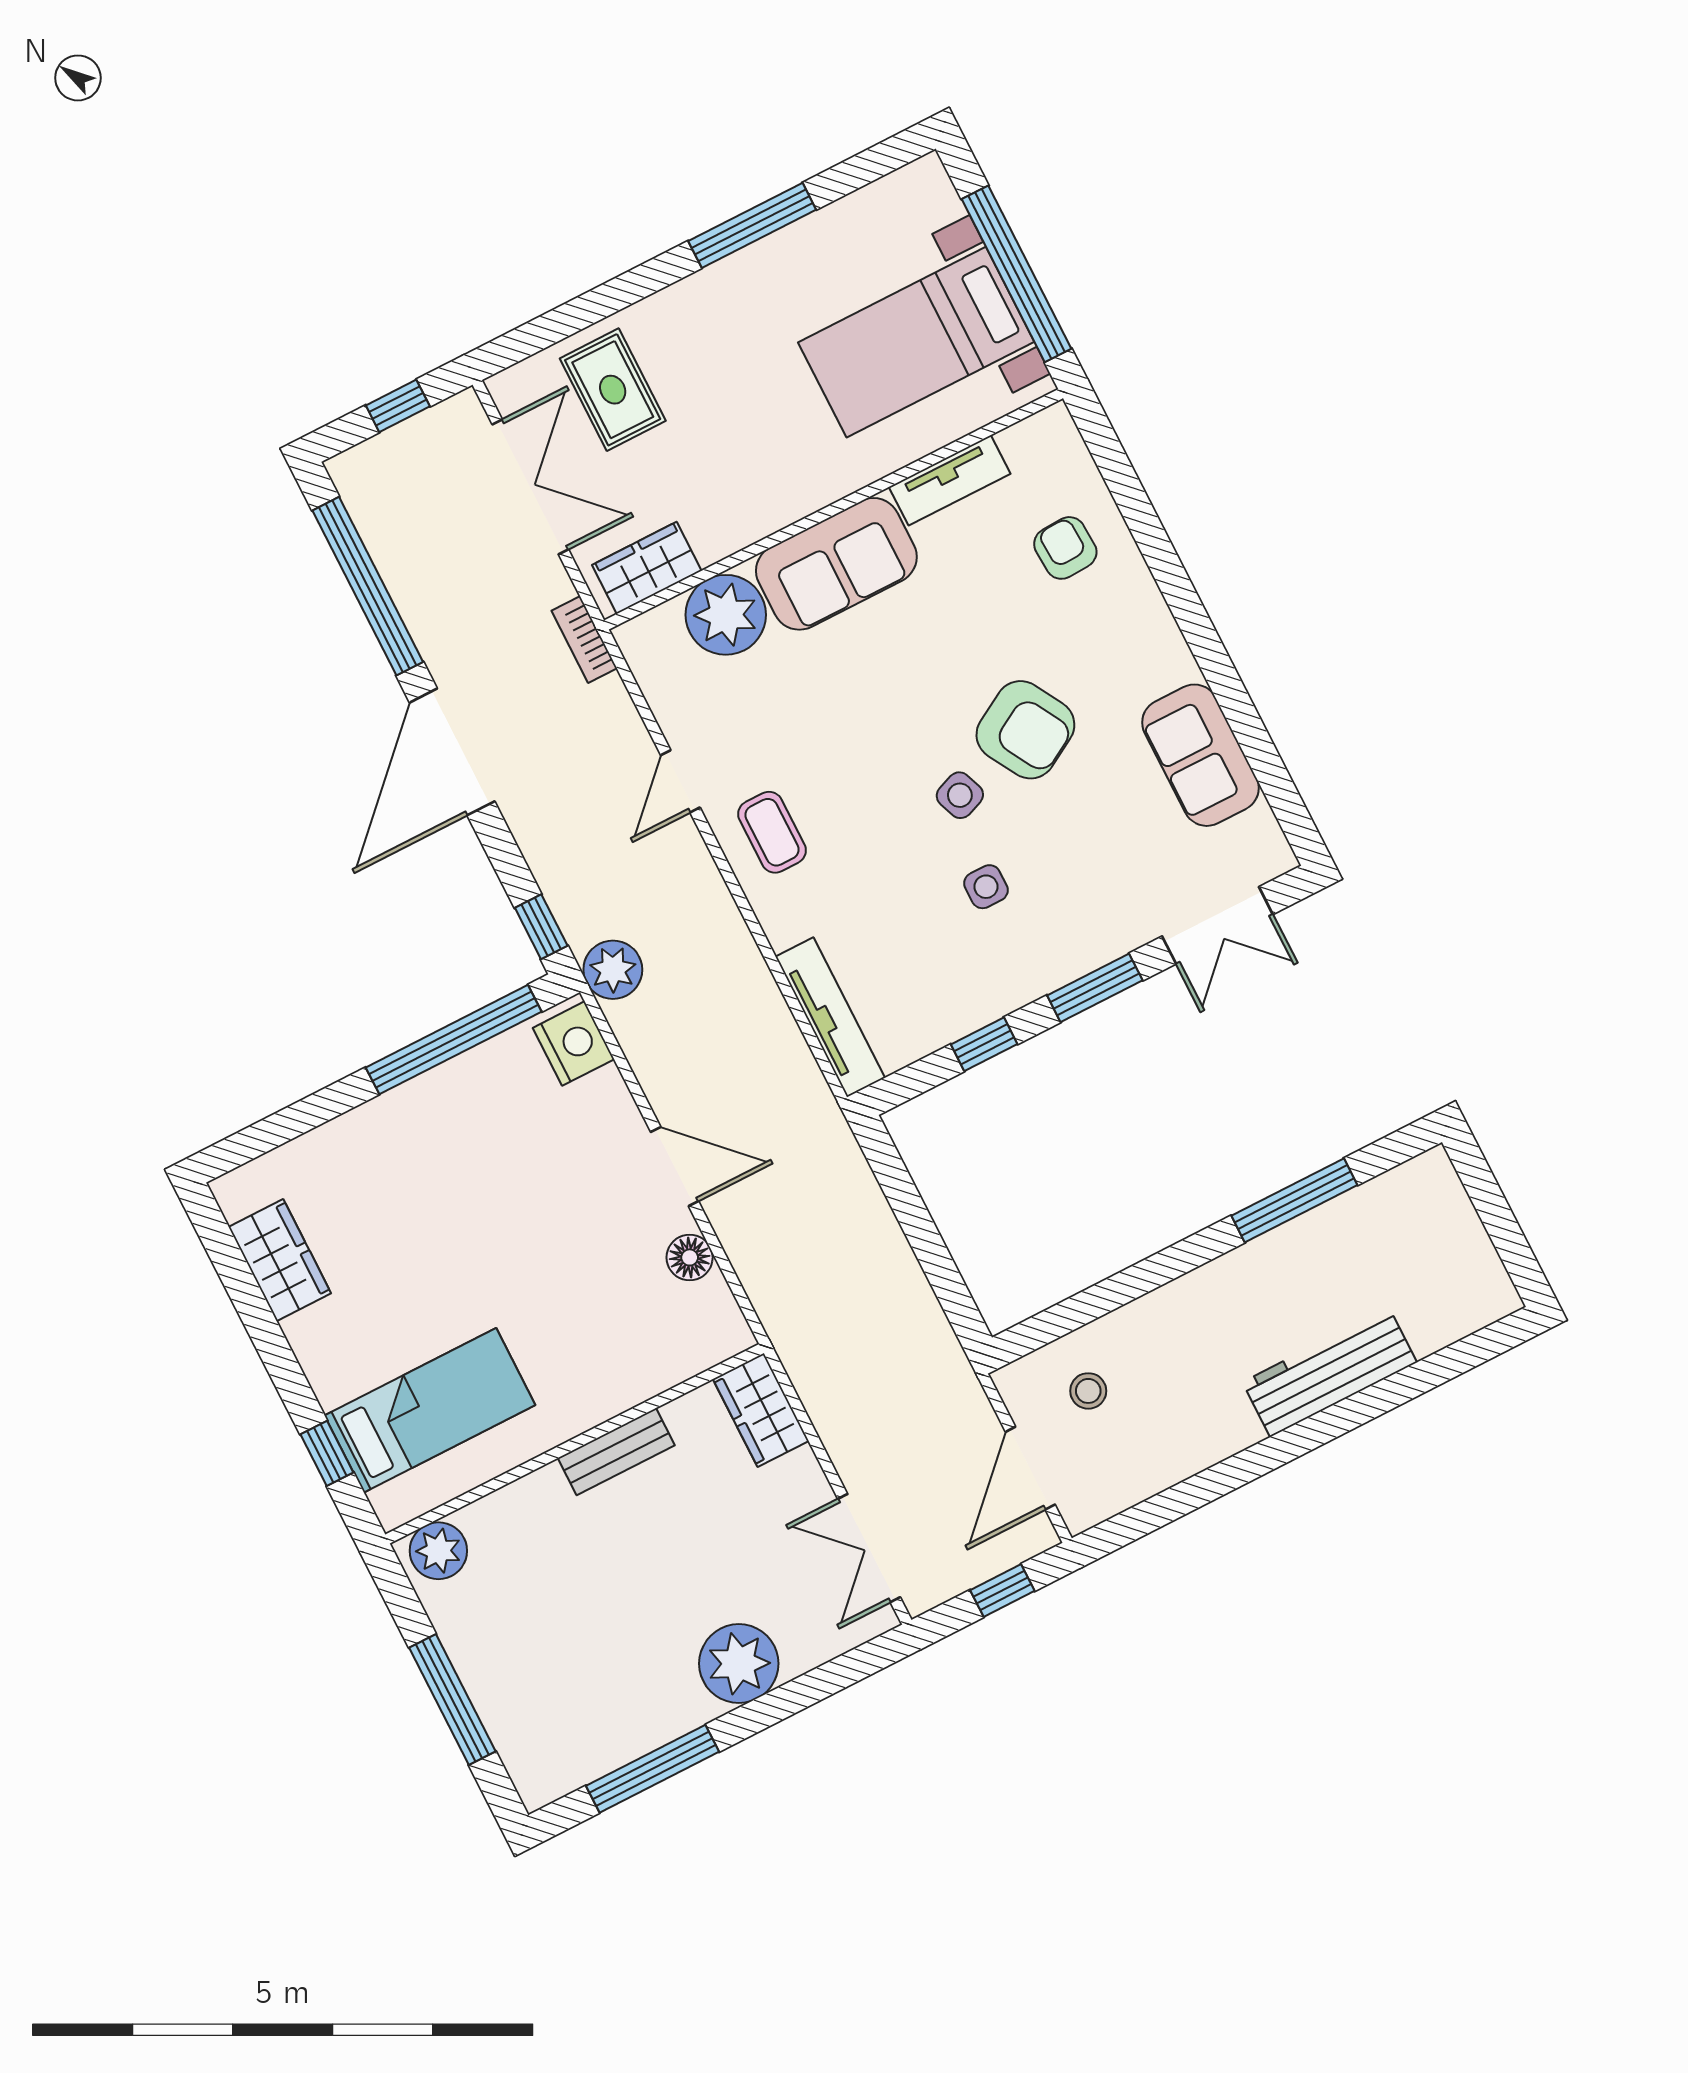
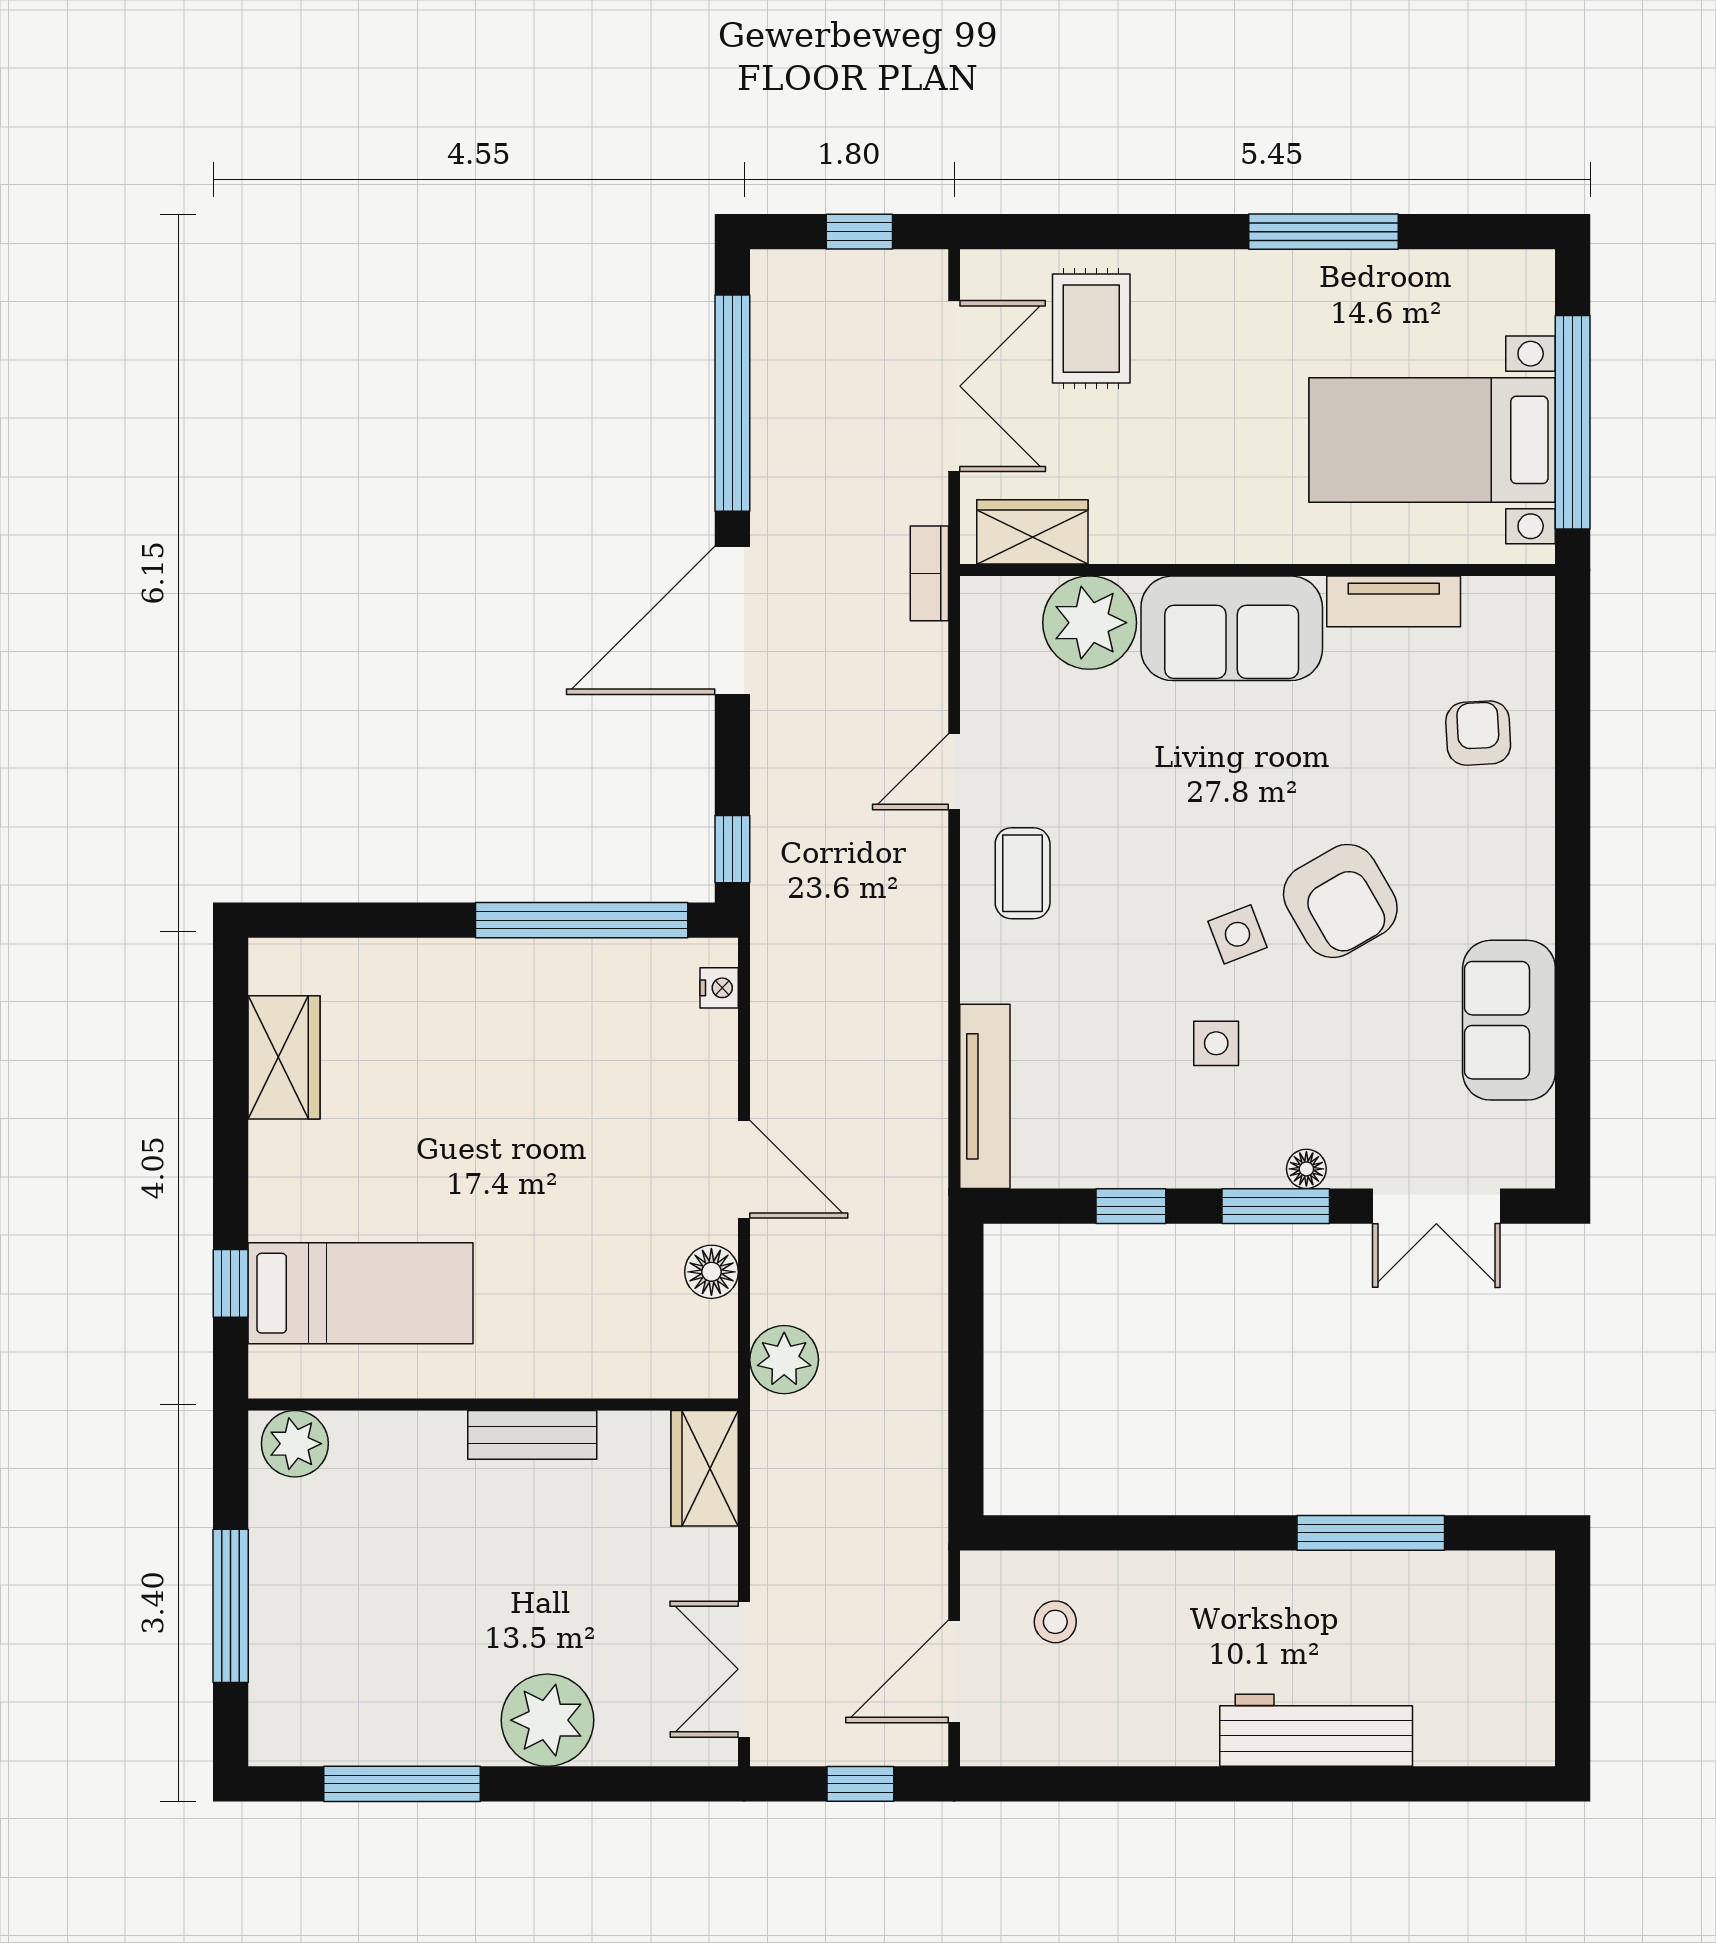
floor lamp: (1104, 948) -> (1306, 1169), added
plant: (613, 970) -> (784, 1360), moved
nightstand: (573, 1044) -> (719, 988), width x0.53, depth x0.56

